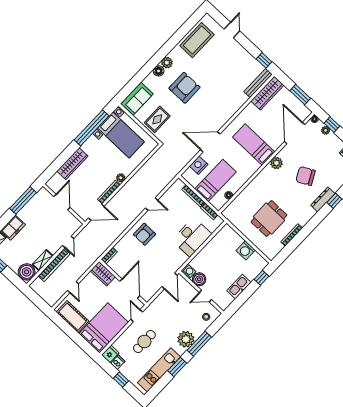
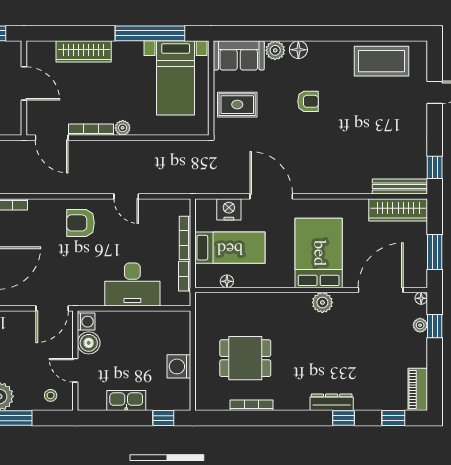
plant: (167, 63) -> (275, 50), moved
armchair: (185, 88) -> (308, 101), width x0.53, depth x0.53
bed: (254, 145) -> (319, 253), width x1.50
chair: (306, 176) -> (340, 354), removed
door: (62, 202) -> (24, 83), hinge flipped

